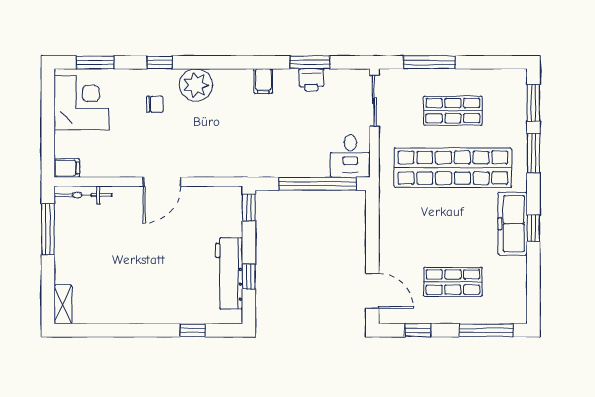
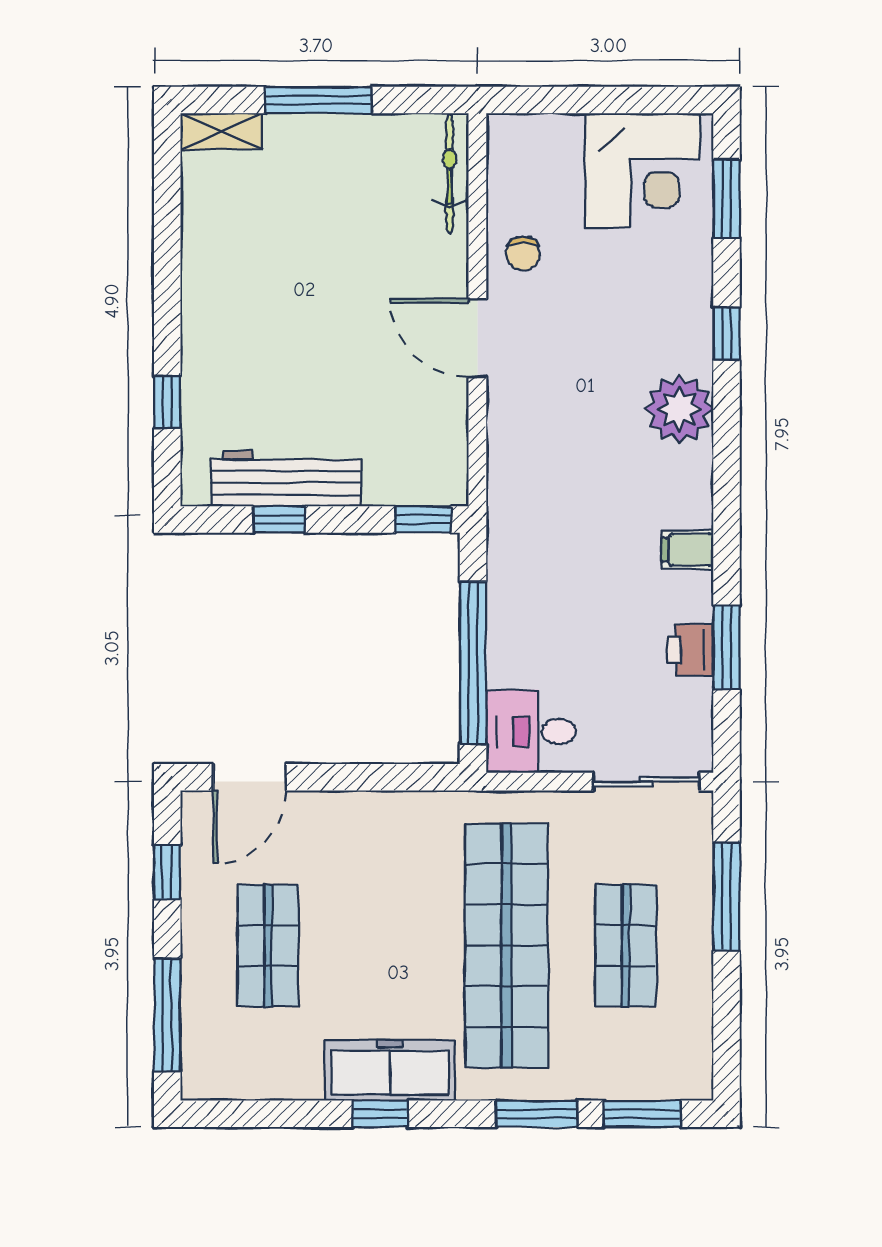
chair: (155, 104) -> (523, 254), moved
filing cabinet: (67, 168) -> (506, 140), removed
window: (48, 229) -> (318, 100), moved

